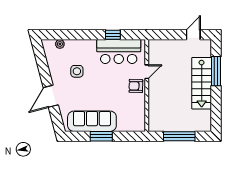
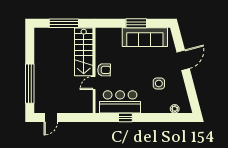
window: (216, 71) -> (30, 84), width x1.46
stairs: (202, 83) -> (84, 52), moved, turned 180

